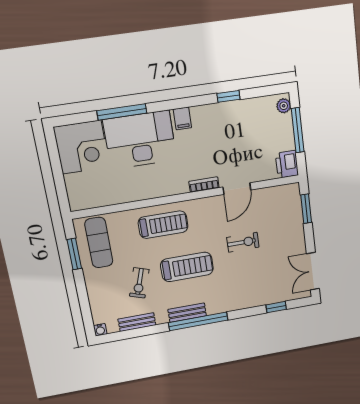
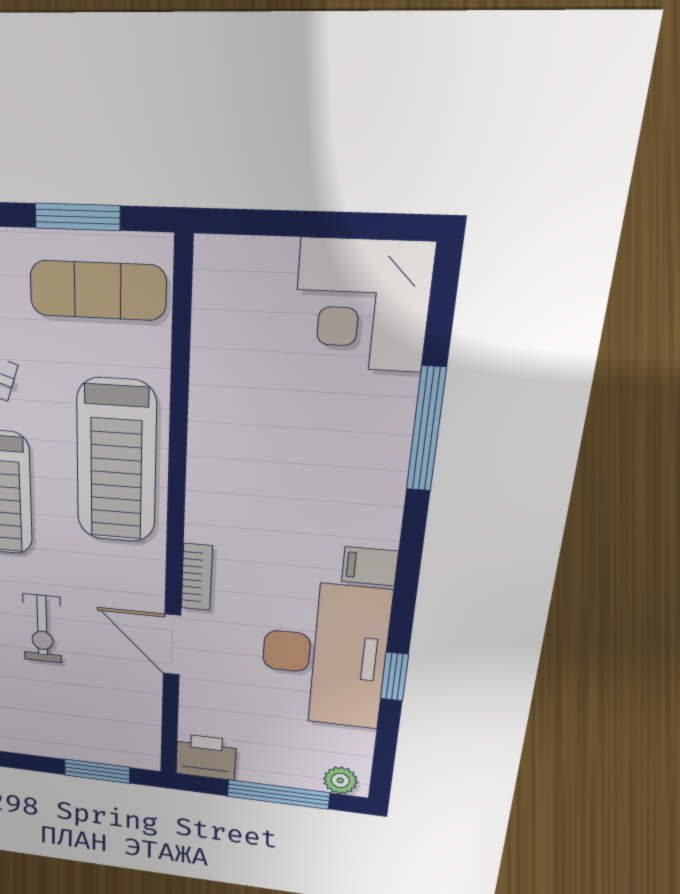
desk: (140, 140) -> (324, 655), moved
treadmill: (163, 225) -> (116, 462), width x1.37, depth x1.38

